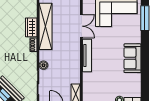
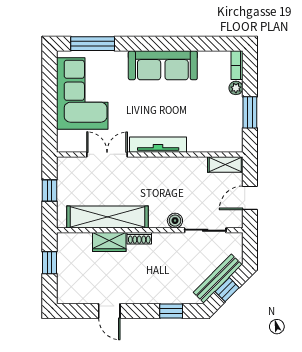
sofa: (132, 58) -> (163, 65), width x1.36

